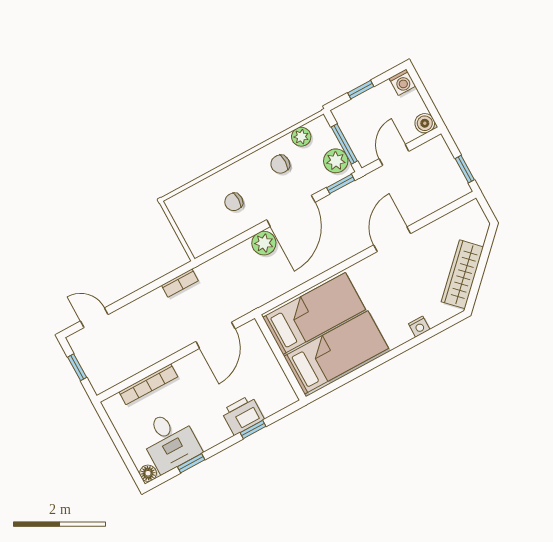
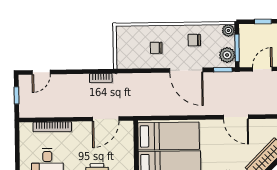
plant: (301, 137) -> (228, 30), moved
door: (291, 211) -> (186, 70), hinge flipped
door: (392, 239) -> (236, 117), swing flipped
plant: (264, 243) -> (161, 80), removed
door: (94, 318) -> (41, 72), swing flipped

